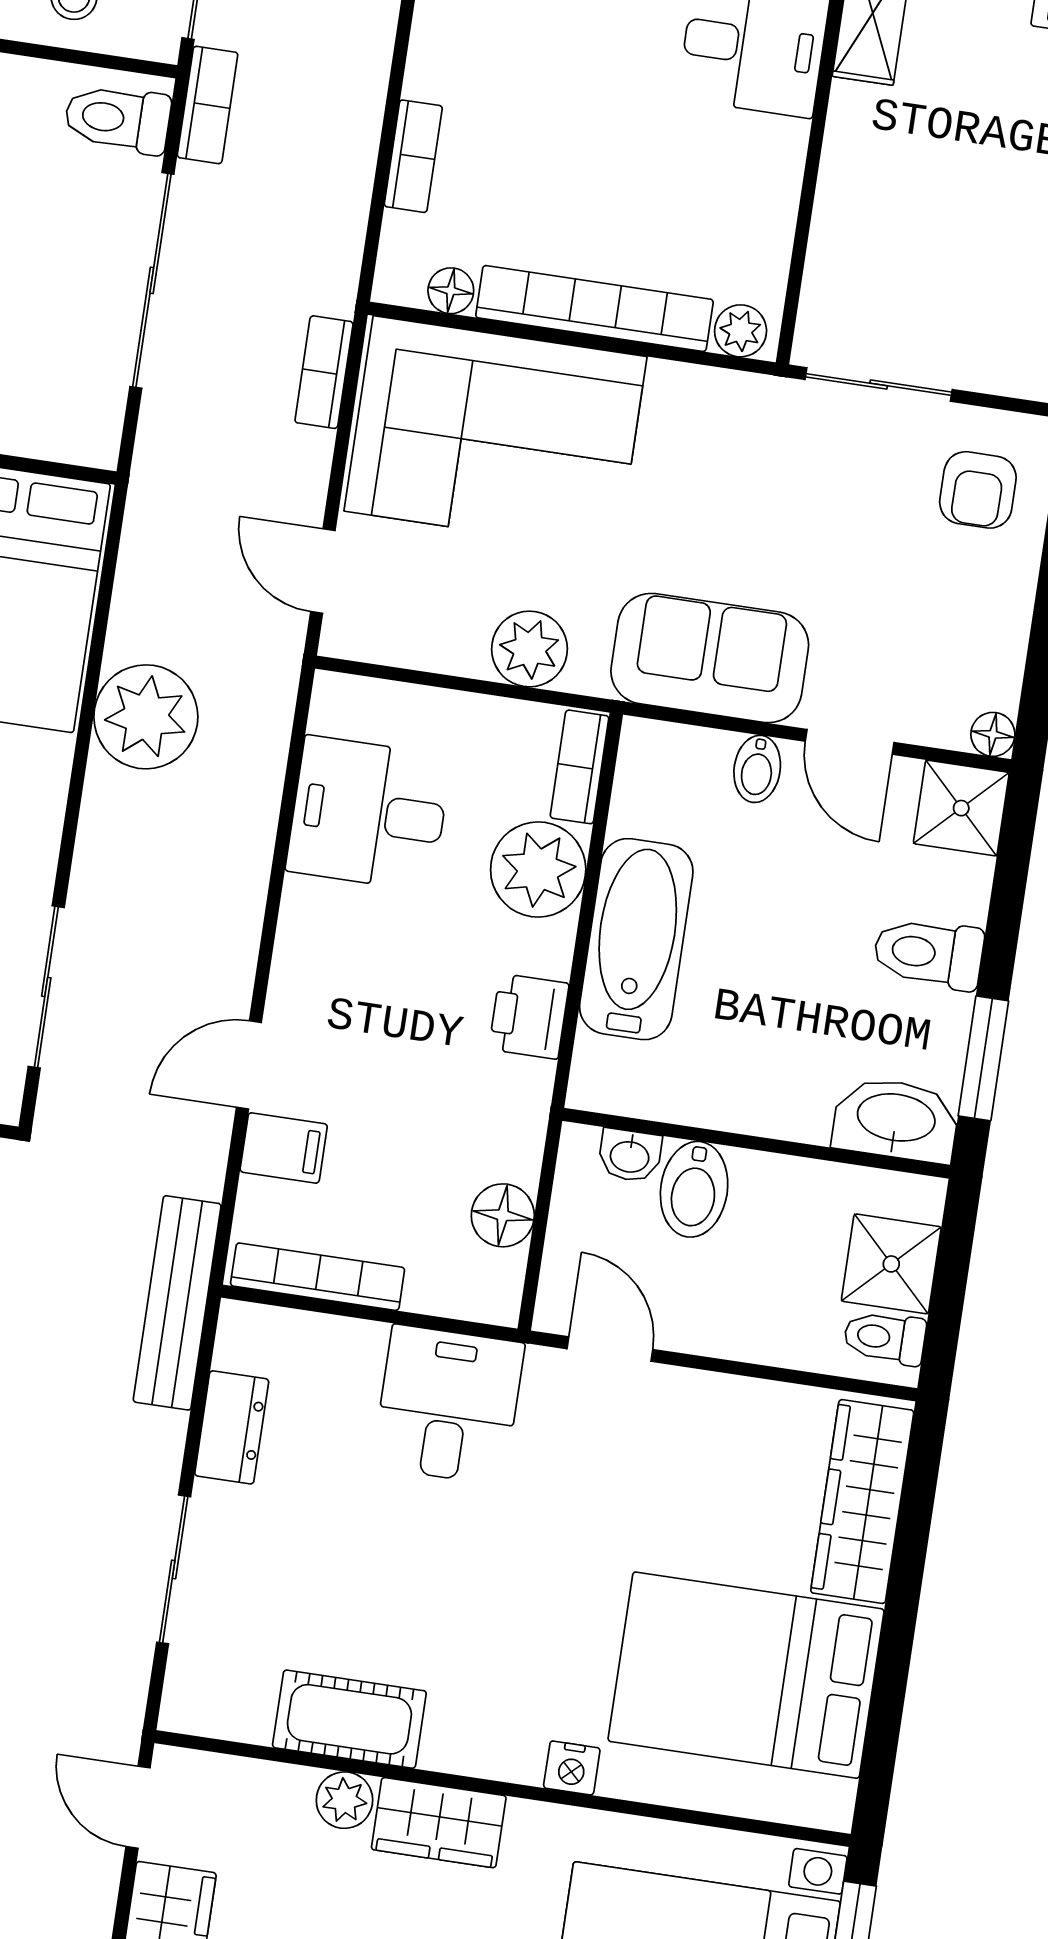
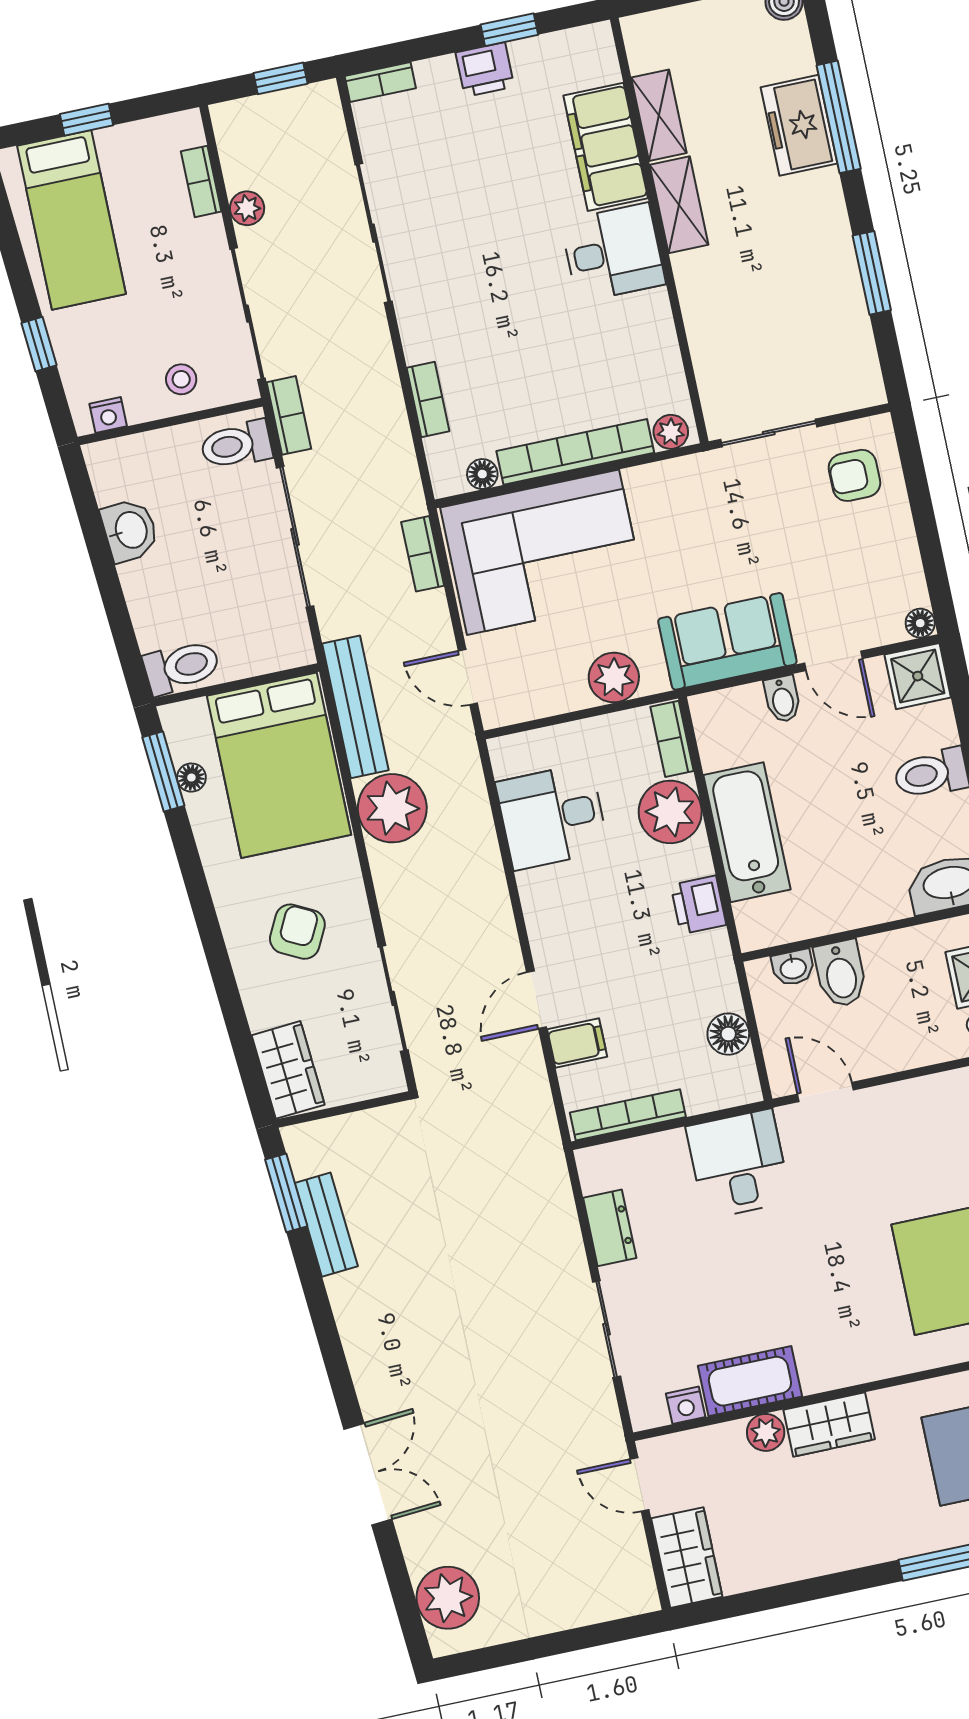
armchair: (978, 490) -> (854, 475), turned 90
bench: (177, 1303) -> (355, 707), moved
nightstand: (572, 1768) -> (686, 1405), moved

